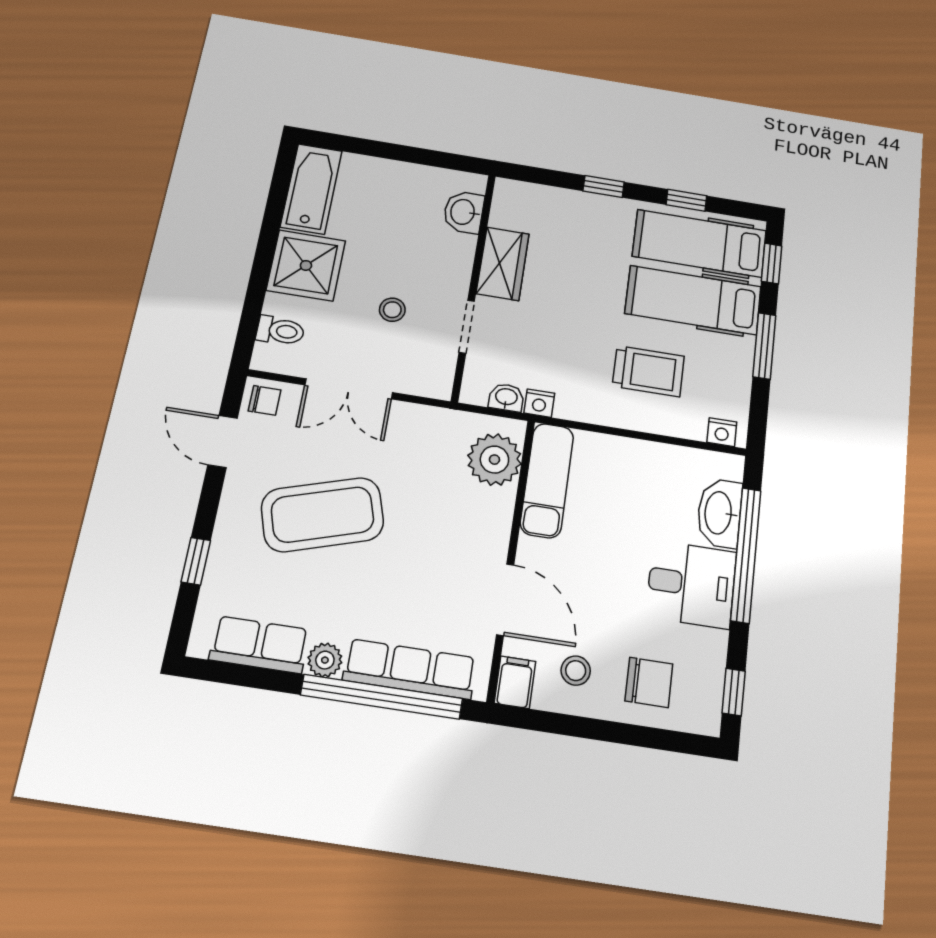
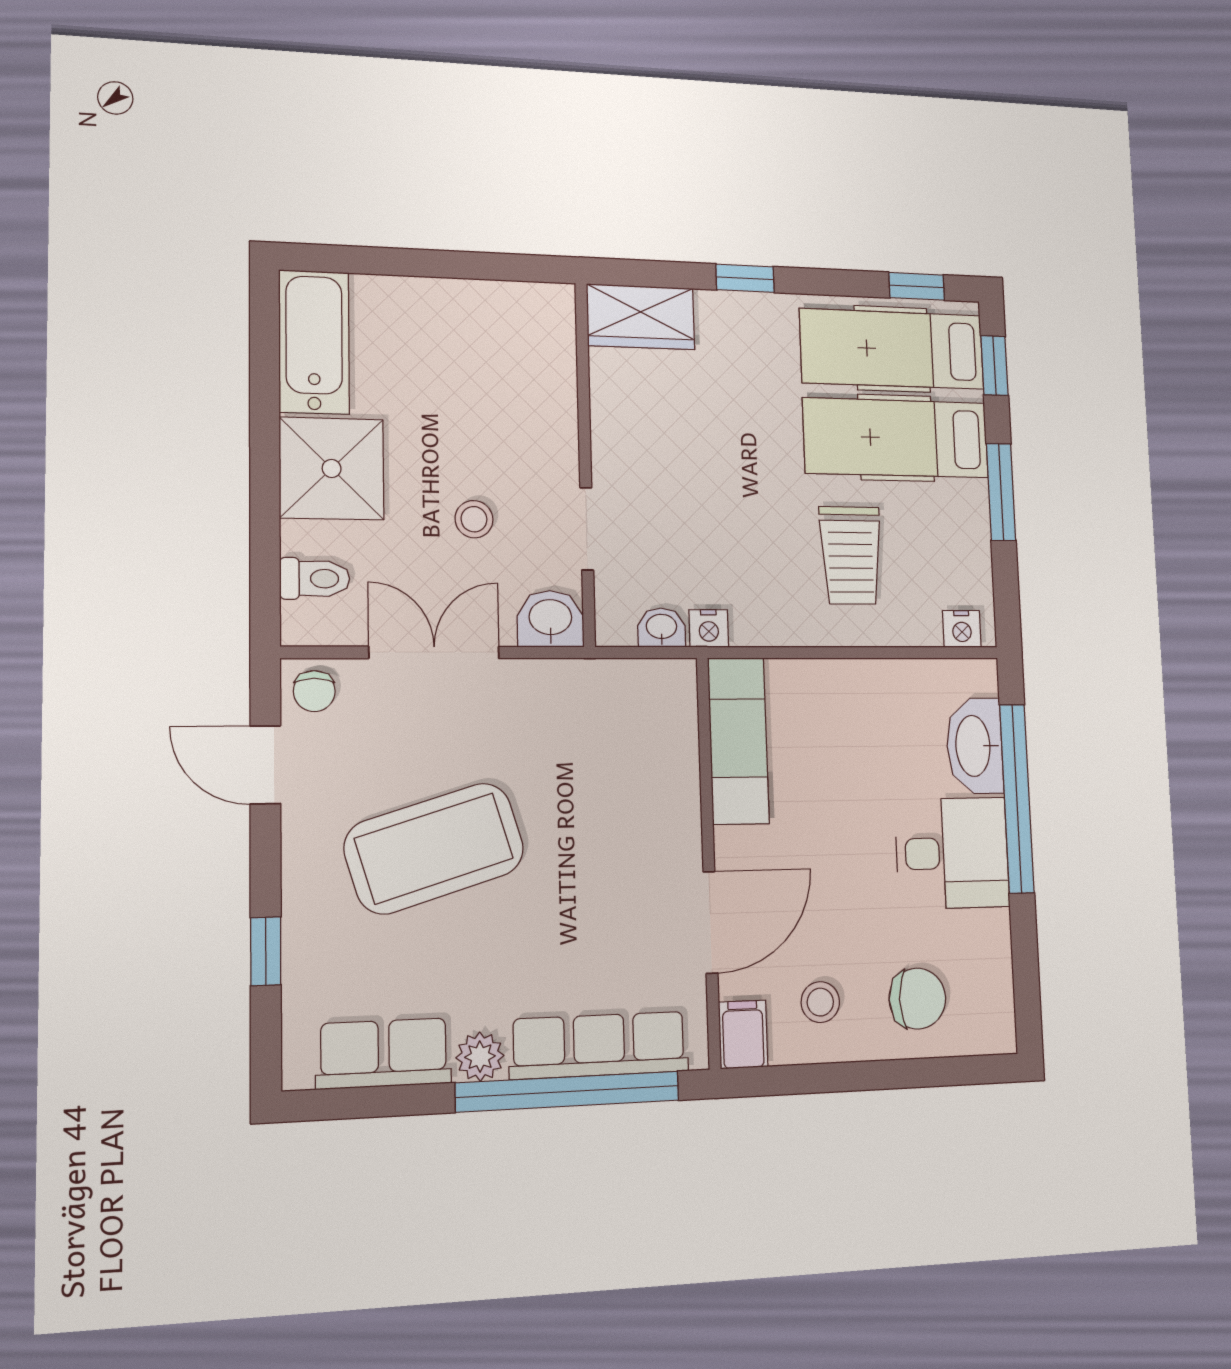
window: (686, 200) -> (917, 286), moved
washbasin: (464, 212) -> (550, 619), moved, turned 90
wardrobe: (503, 264) -> (641, 317), moved, turned 90
trolley: (648, 371) -> (851, 555), turned 90
double door: (349, 389) -> (434, 652), swing flipped
chair: (265, 400) -> (314, 691), turned 90
plant: (494, 460) -> (661, 723), removed
door: (505, 600) -> (710, 922), hinge flipped
window: (734, 692) -> (1027, 989), removed

